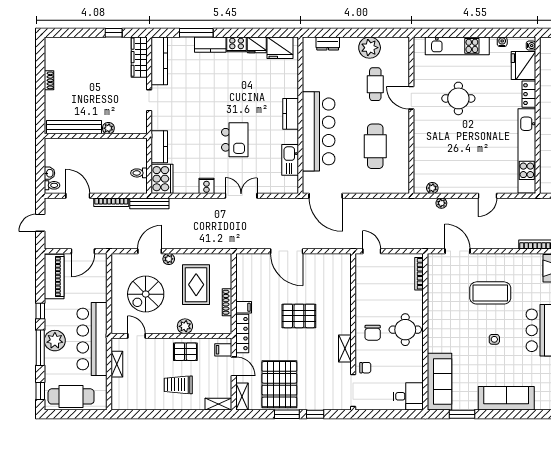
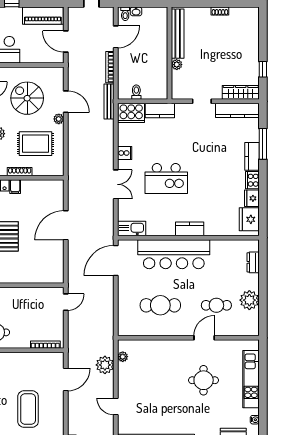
kitchen island: (235, 140) -> (166, 179), width x1.37, depth x1.28
kitchen sink: (290, 160) -> (132, 228), moved
plant: (441, 203) -> (105, 365), width x1.88, depth x1.88

